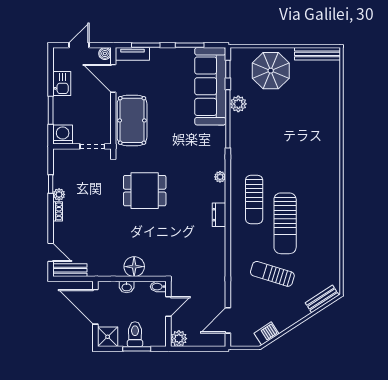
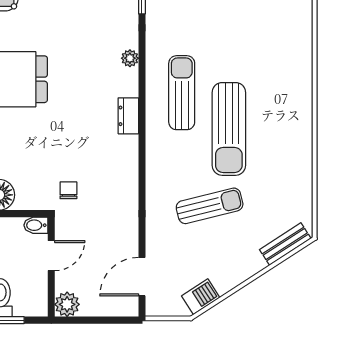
sun lounger: (254, 199) -> (182, 93), turned 180
chair: (180, 264) -> (68, 190), added
sun lounger: (272, 274) -> (210, 206), turned 149

